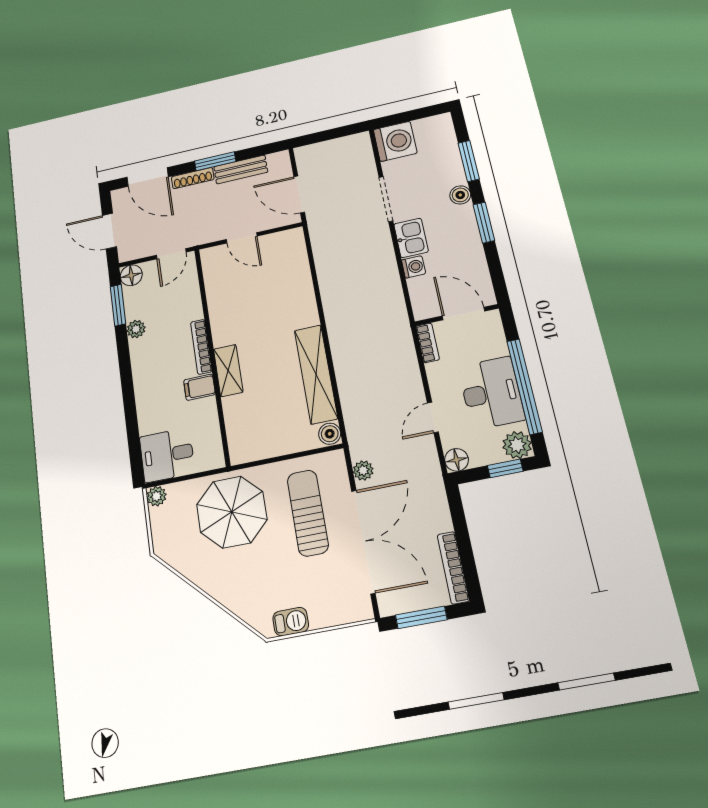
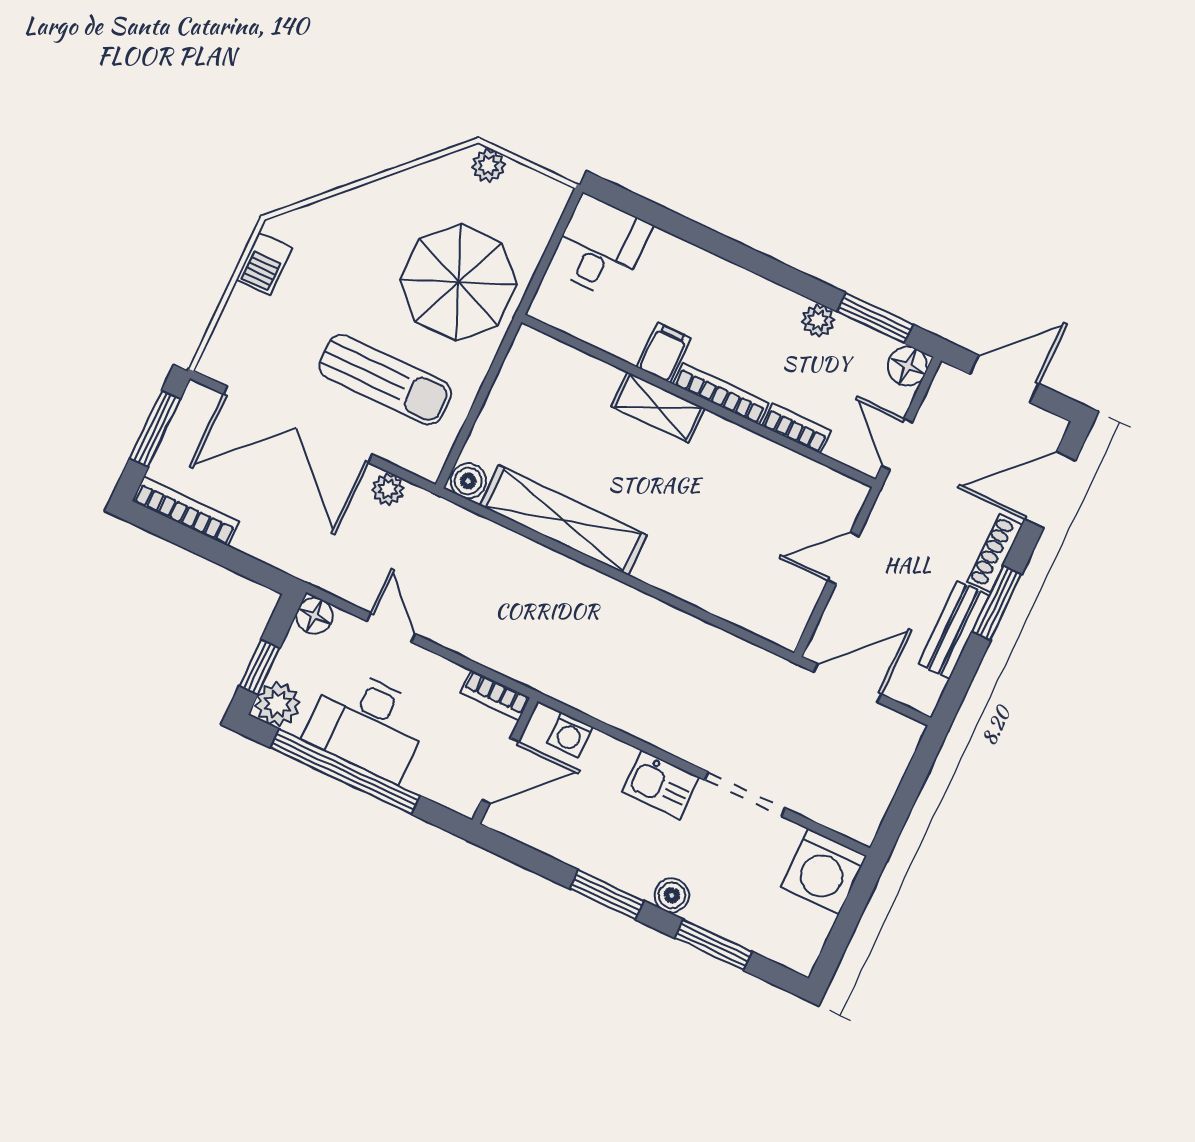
washing machine: (414, 267) -> (570, 735), moved
bookcase: (194, 302) -> (796, 428), added
plant: (156, 496) -> (488, 166), moved

